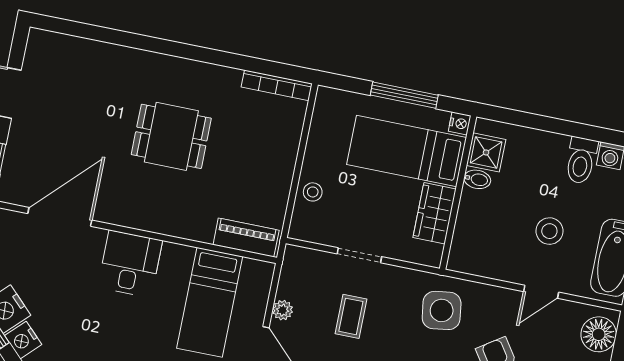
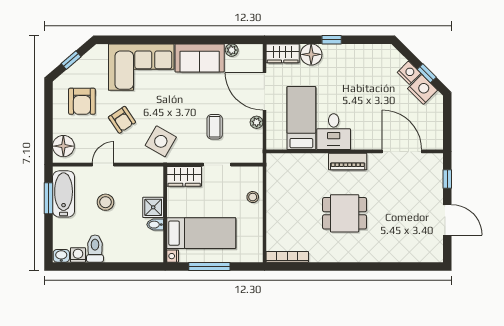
shower: (486, 152) -> (153, 207), moved
wardrobe: (435, 213) -> (184, 176), moved, turned 90
door: (60, 217) -> (402, 151), swing flipped
piano: (246, 238) -> (348, 162), moved
desk: (130, 264) -> (334, 132), moved
side table: (442, 310) -> (161, 141), turned 38

